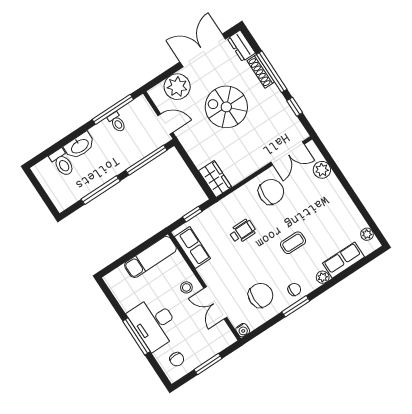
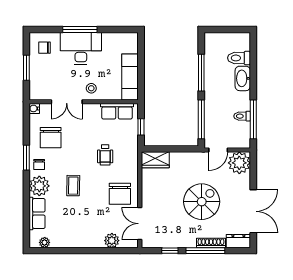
plant: (177, 87) -> (239, 163), moved
plant: (323, 277) -> (39, 186), width x1.87, depth x1.87
double door: (215, 303) -> (67, 102), swing flipped

